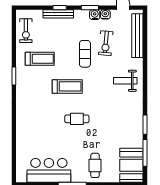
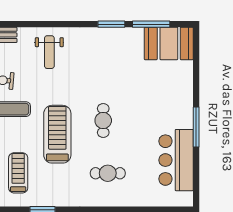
treadmill: (67, 86) -> (57, 134), width x1.37, depth x1.38
cafe table: (95, 165) -> (108, 173), moved

